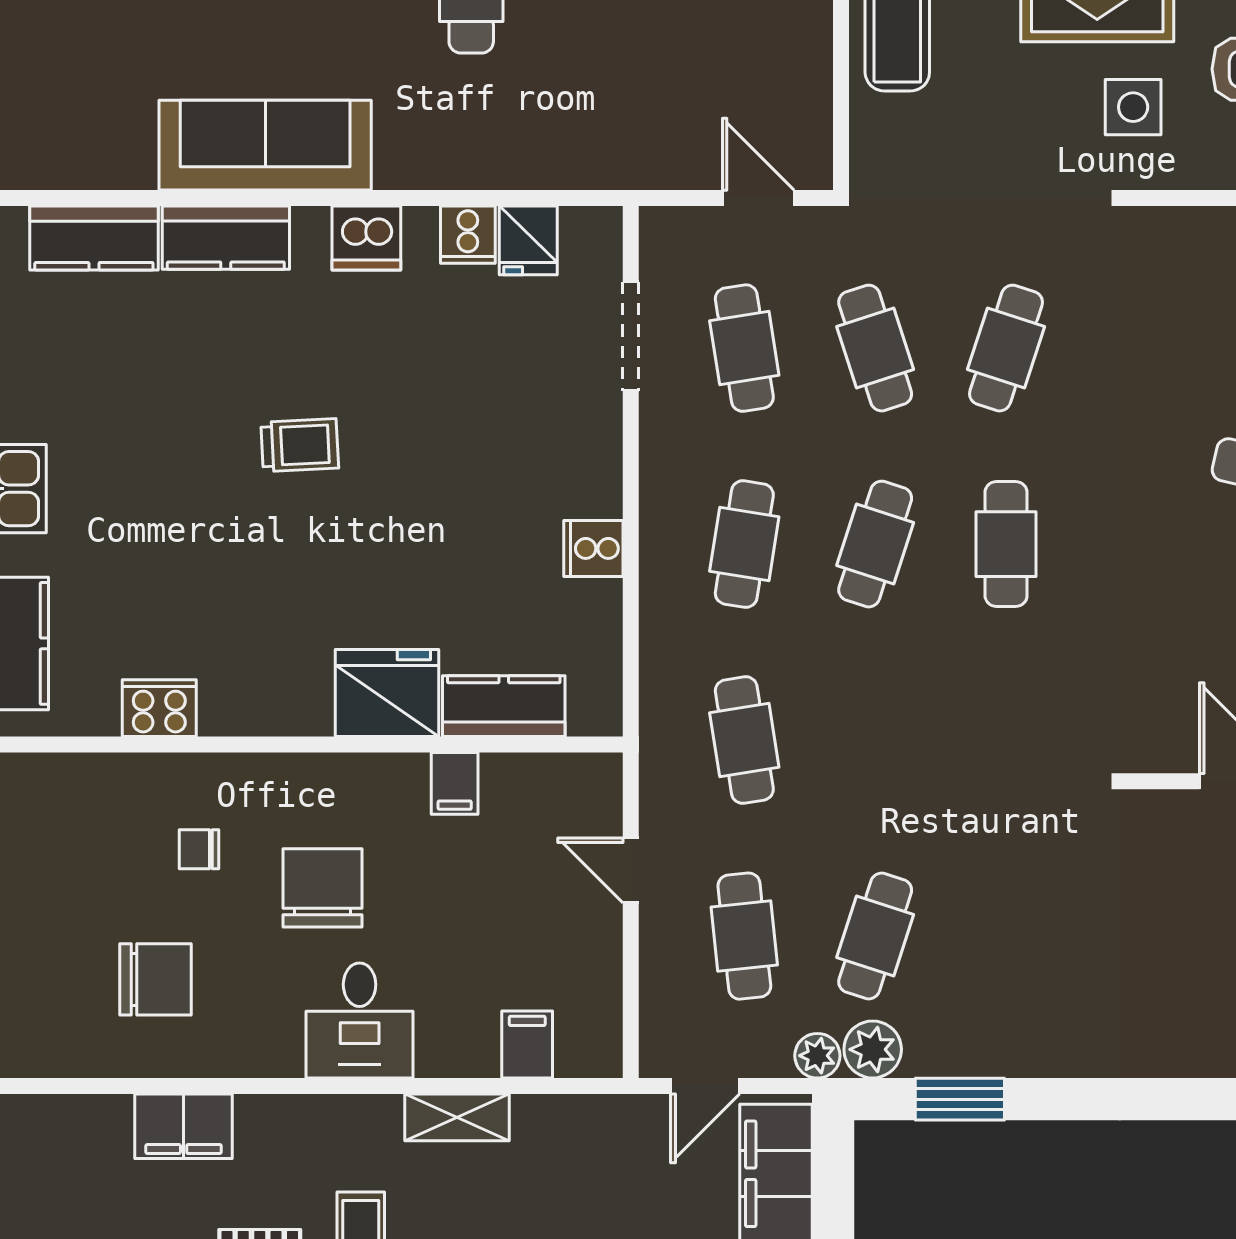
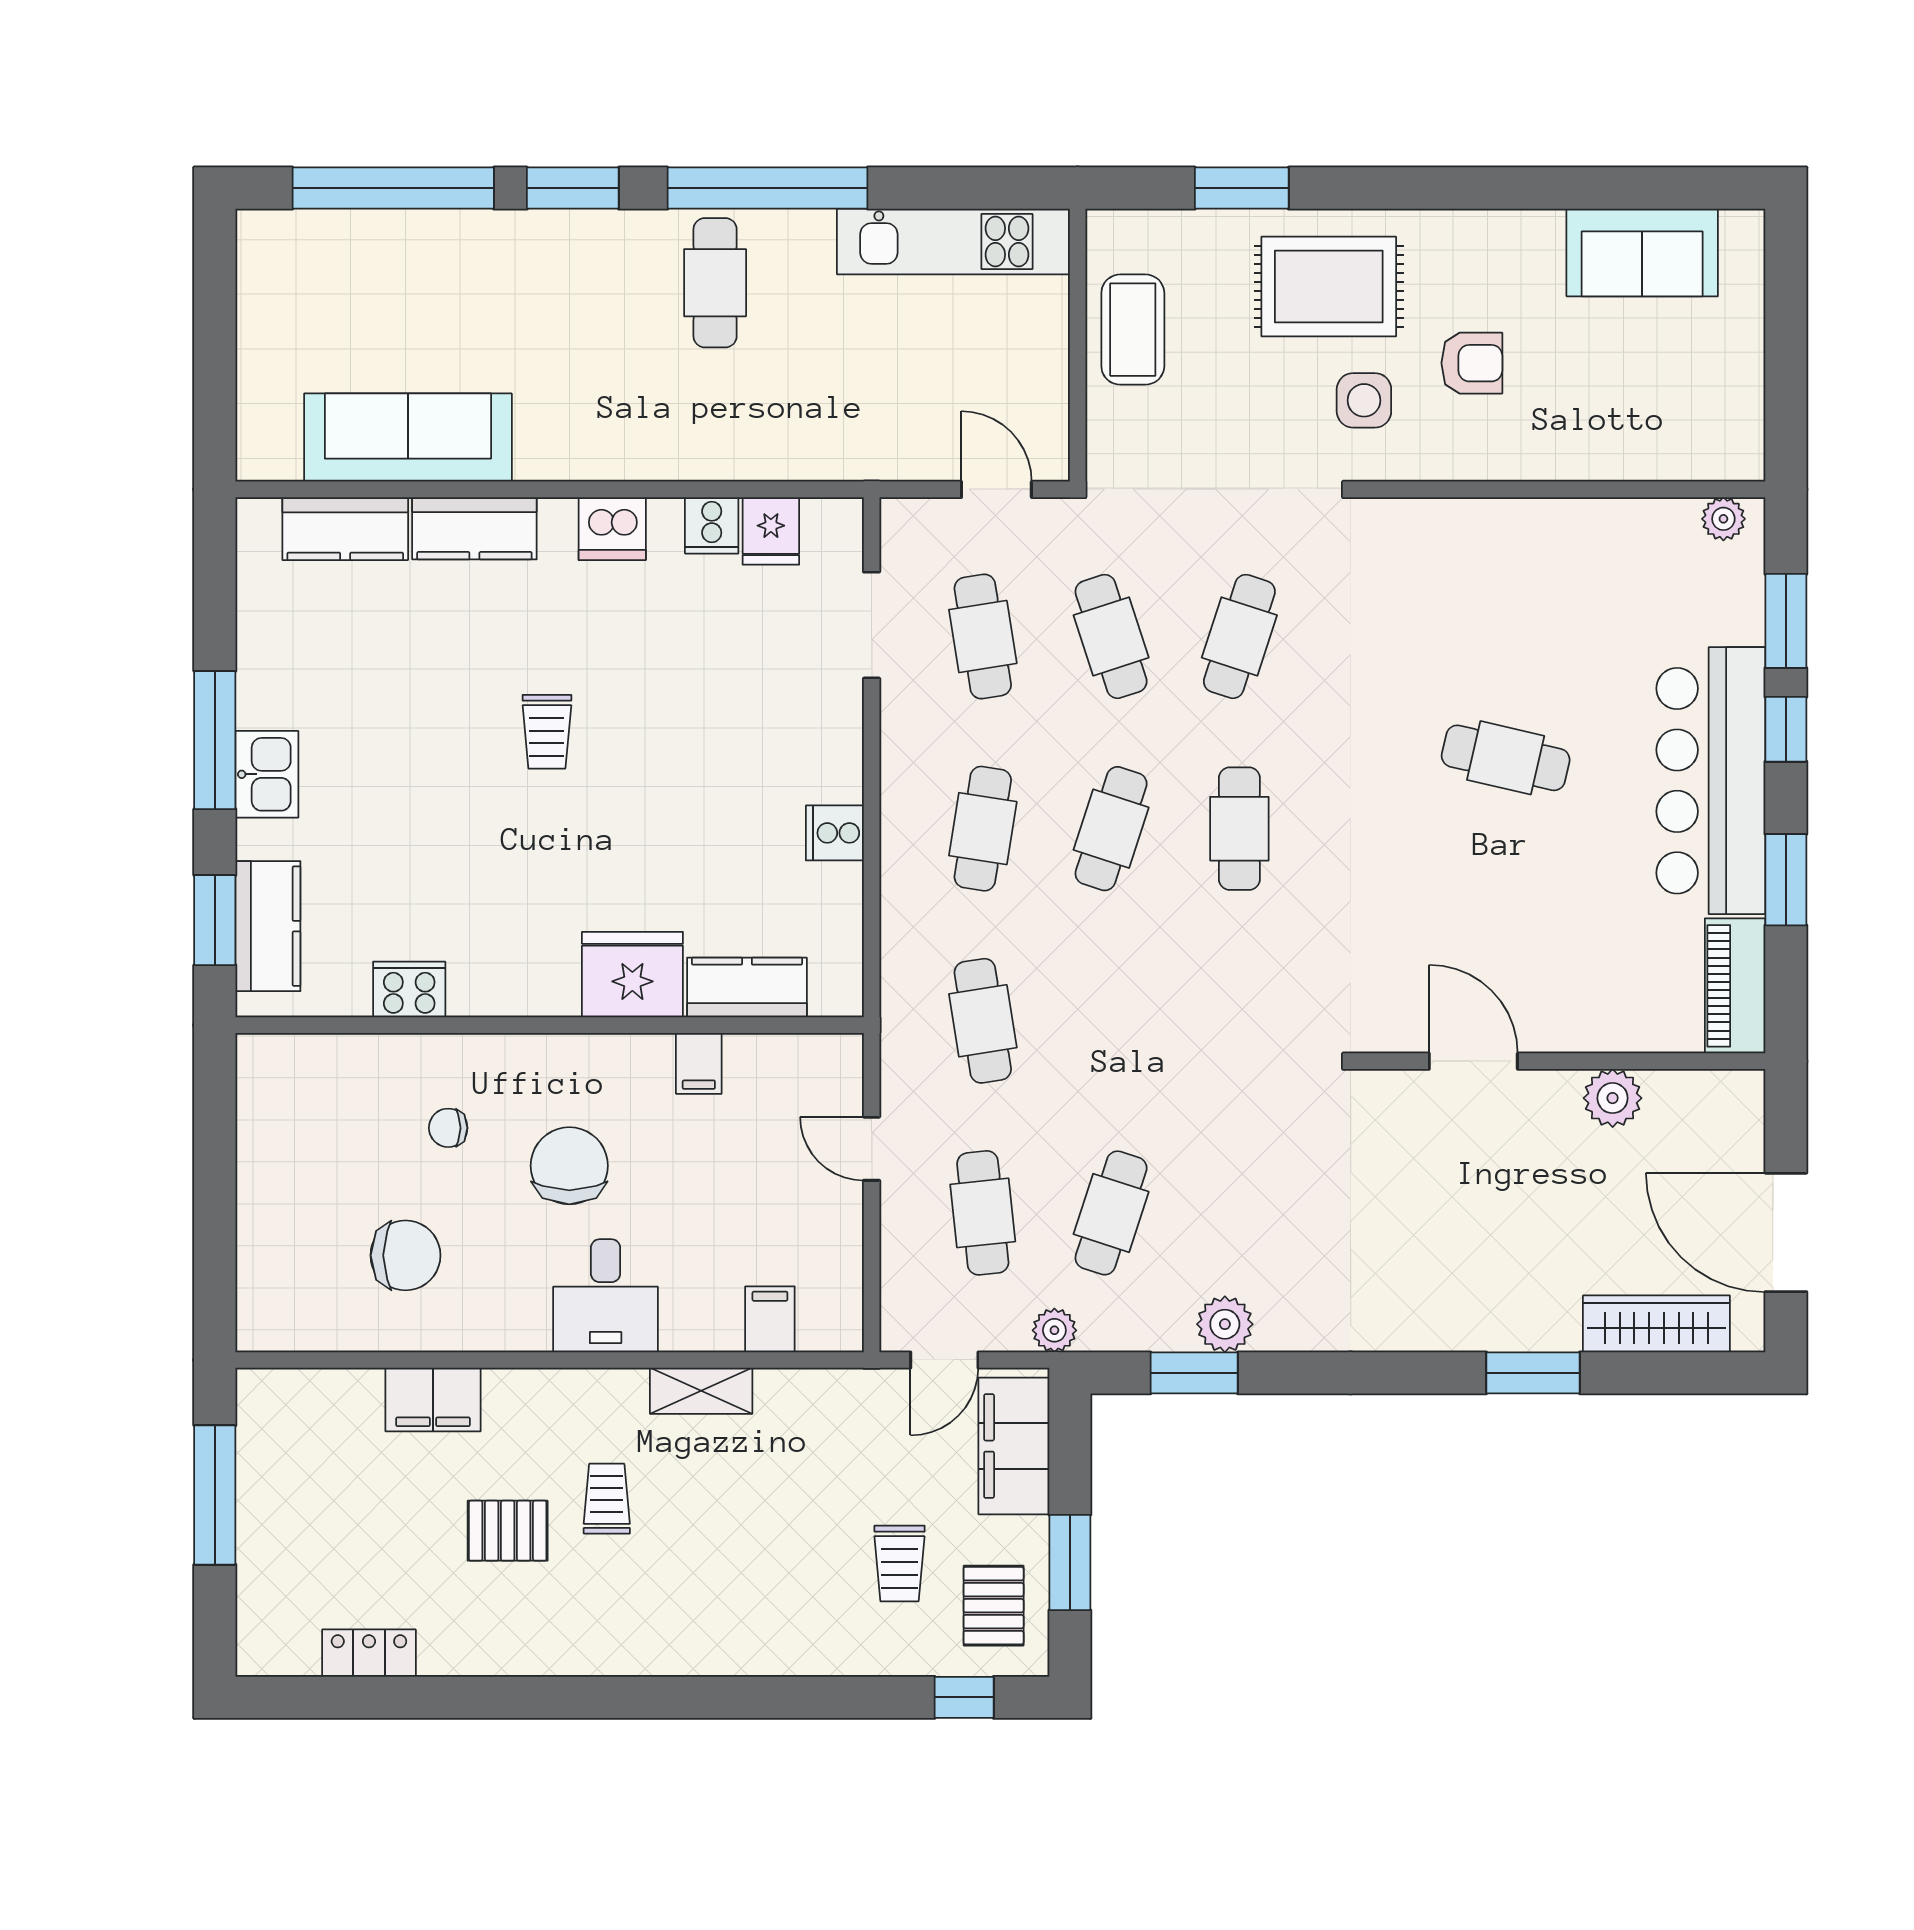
sofa: (265, 145) -> (408, 438), moved
trolley: (300, 445) -> (547, 732), turned 93
plant: (873, 1049) -> (1225, 1324), moved

